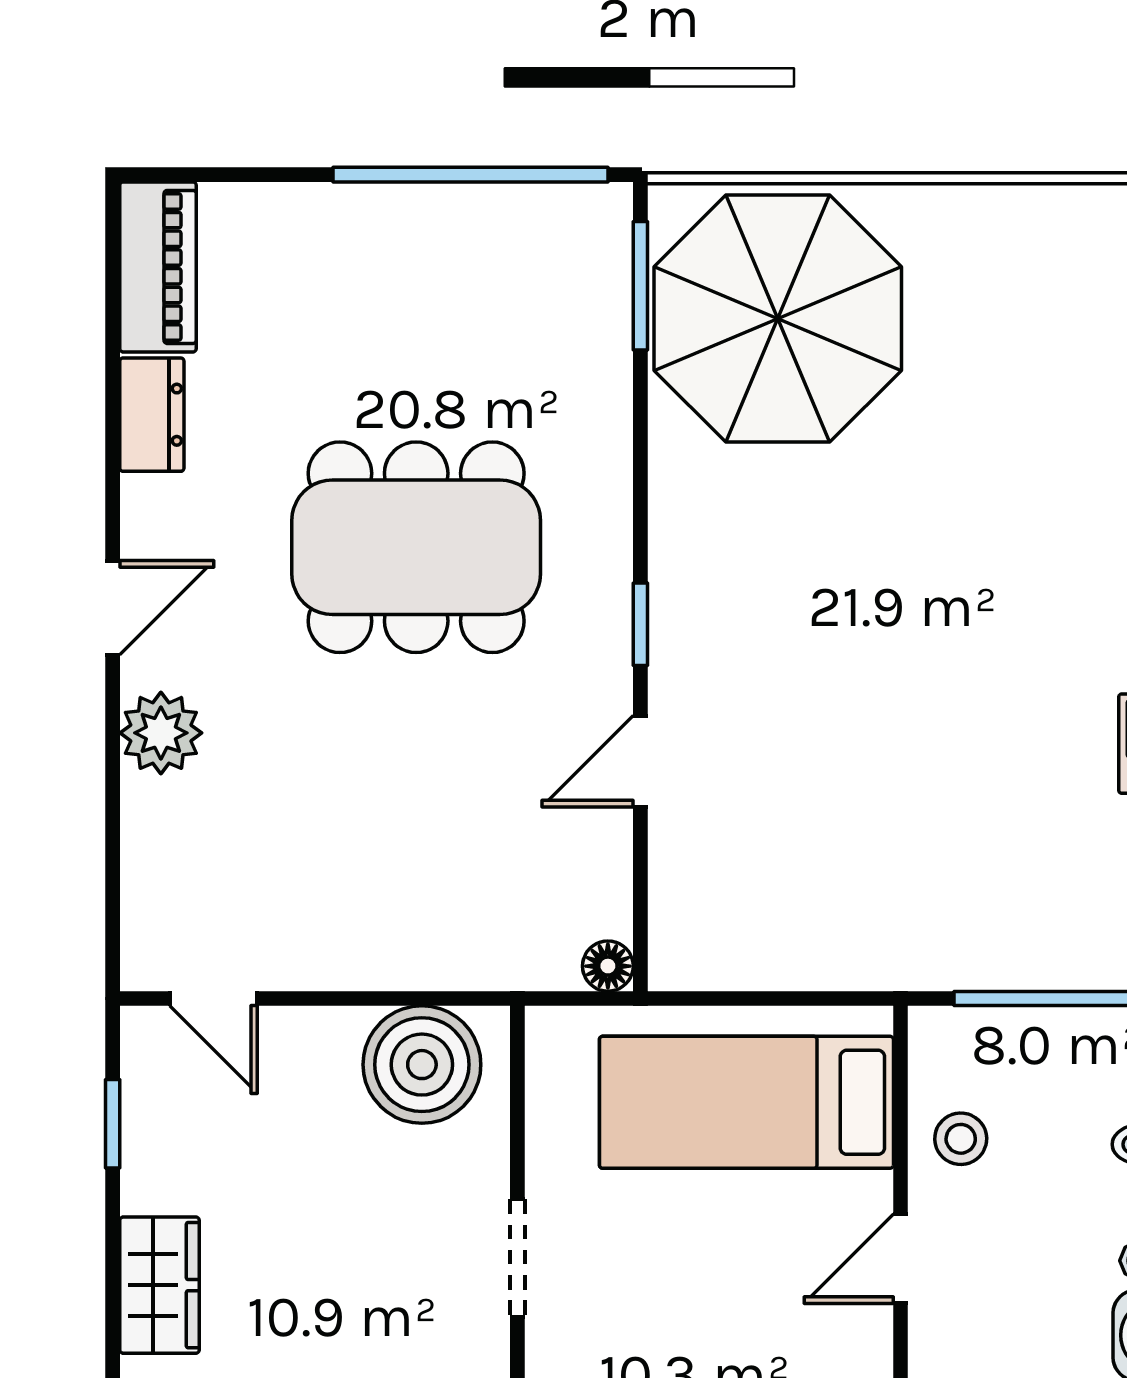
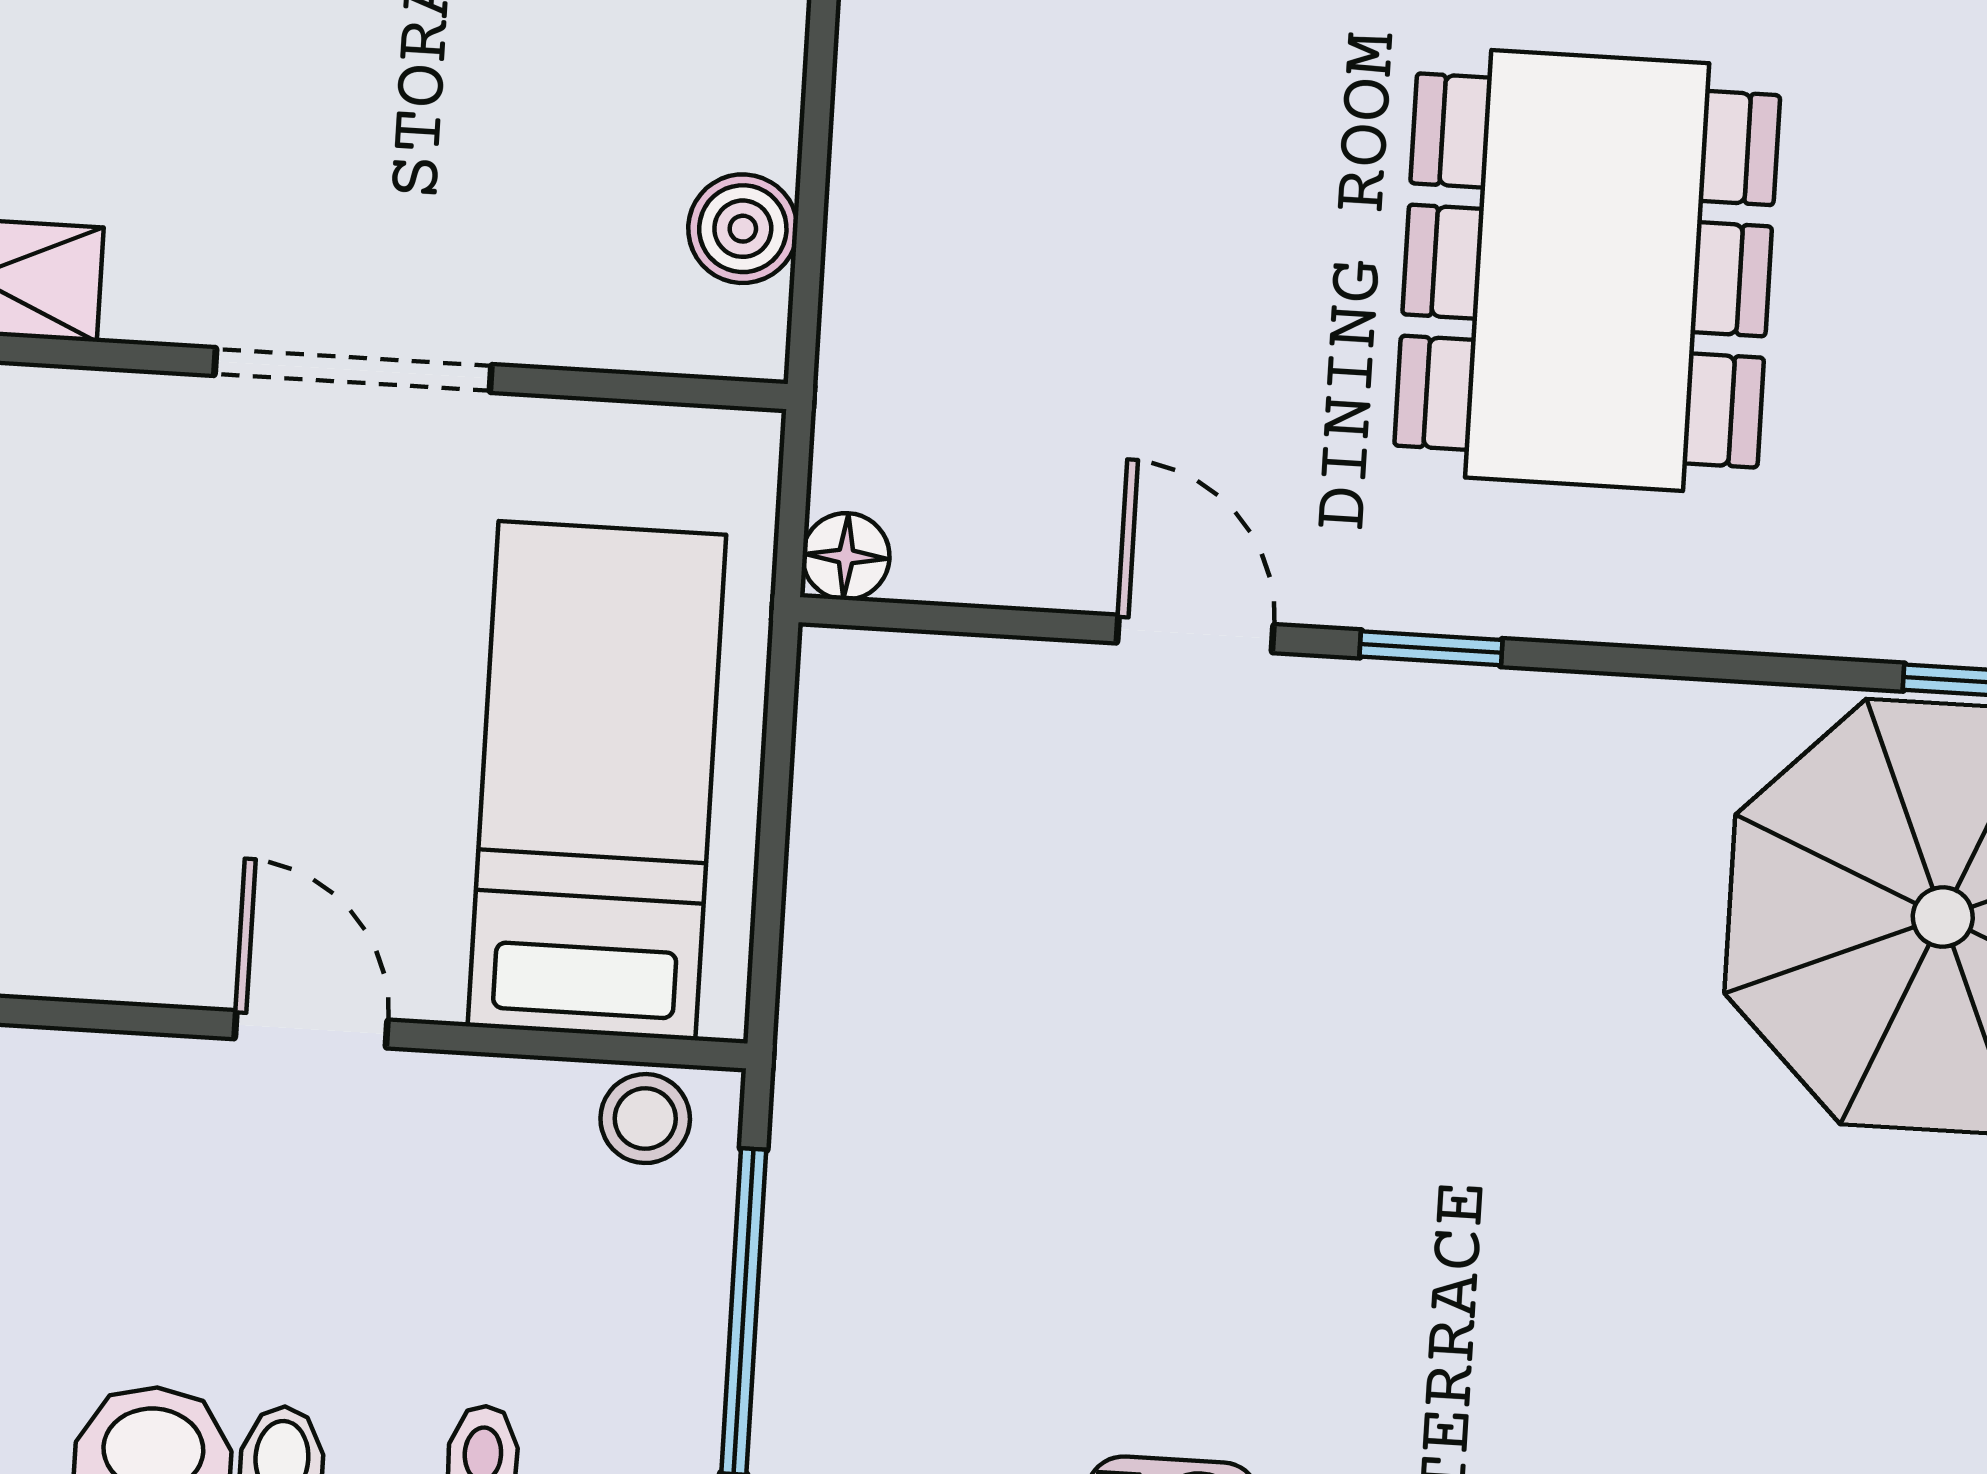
boiler: (422, 1065) -> (743, 229), width x0.54, depth x0.54
stool: (961, 1139) -> (645, 1119), moved
doorway: (517, 1258) -> (353, 370), width x1.38

